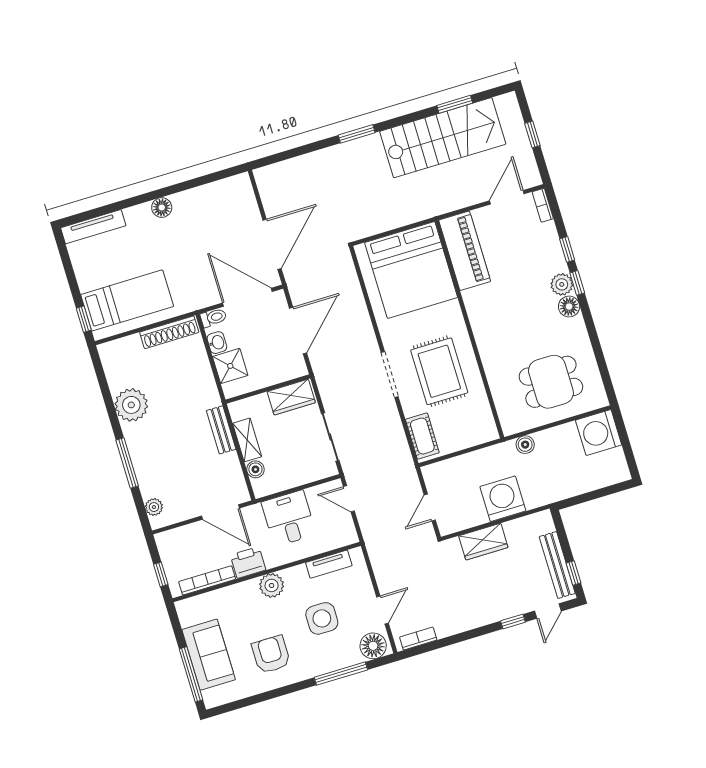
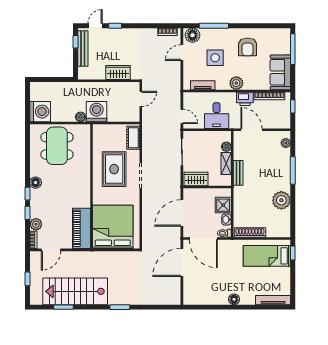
plant: (562, 284) -> (36, 224), moved
dining table: (551, 382) -> (57, 146), width x1.38
washing machine: (503, 499) -> (97, 112), moved, turned 180
sofa: (209, 655) -> (280, 72), moved

